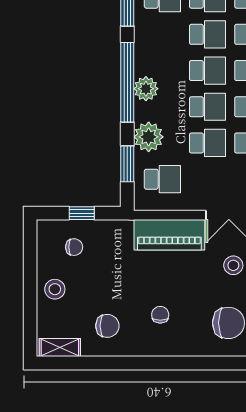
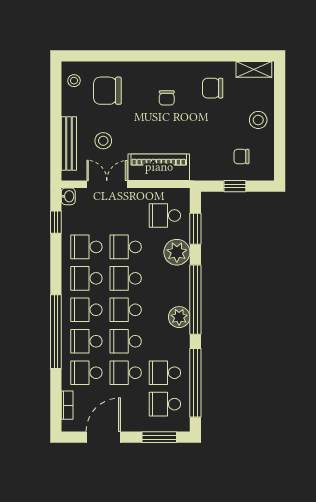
plant: (146, 89) -> (179, 317), moved

